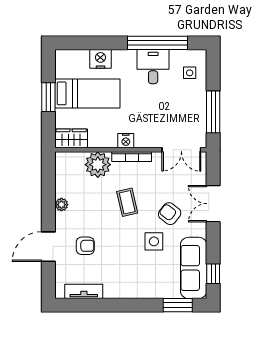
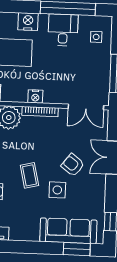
nightstand: (101, 59) -> (28, 21), moved
coffee table: (127, 202) -> (29, 175), moved
sofa: (194, 268) -> (68, 231), moved, turned 90

